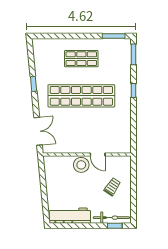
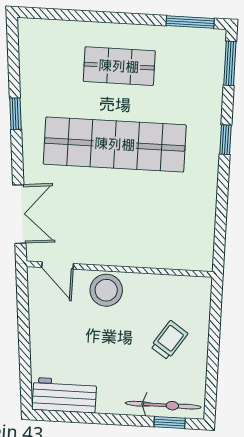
door: (98, 155) -> (58, 265), moved
workbench: (70, 216) -> (64, 395), width x0.73

